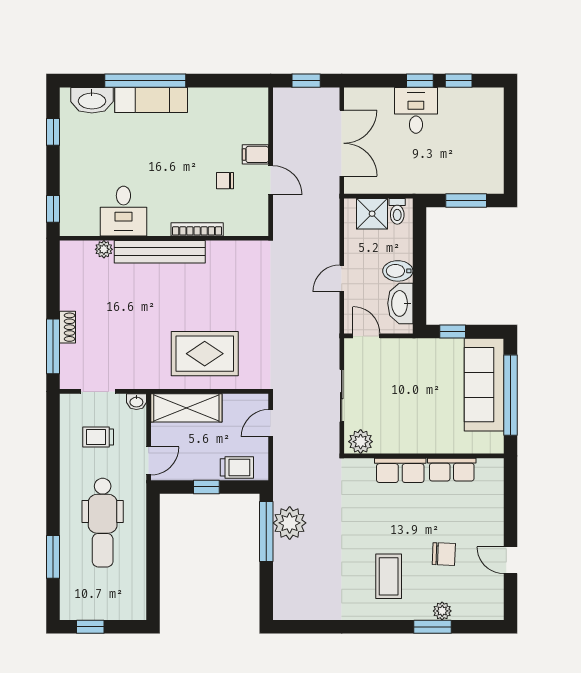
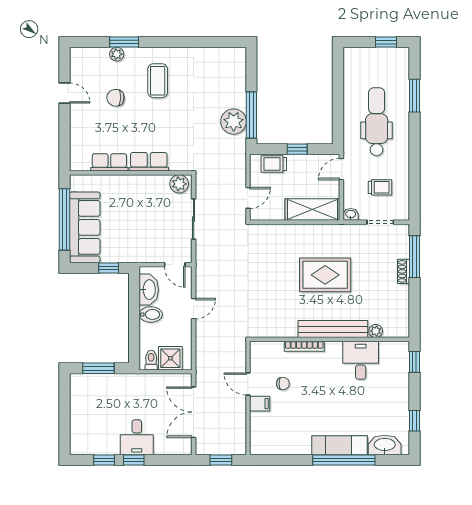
rug: (205, 354) -> (325, 275), moved

